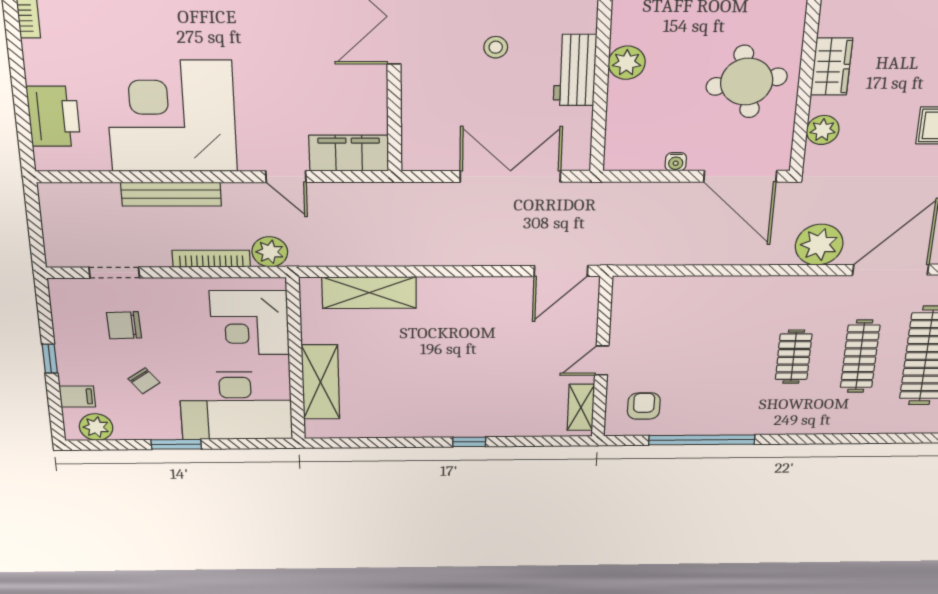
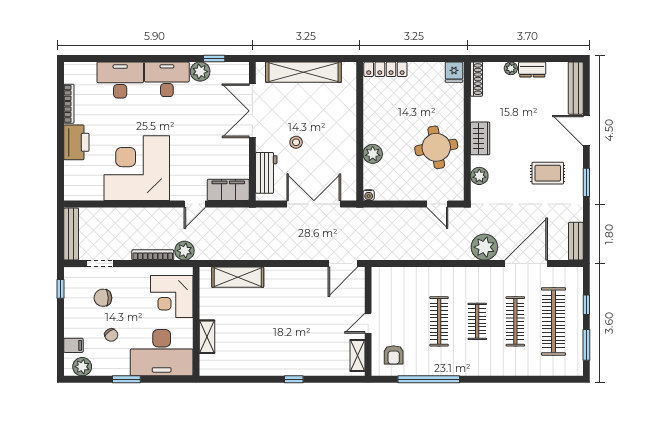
stool: (496, 47) -> (296, 142), moved
plant: (627, 63) -> (373, 154), moved
workbench: (575, 70) -> (266, 173), moved, turned 180
printer: (54, 116) -> (76, 142), moved
water cooler: (676, 162) -> (369, 195), moved
door: (740, 176) -> (437, 204), width x0.53
door: (286, 177) -> (195, 204), hinge flipped
bench: (171, 194) -> (71, 234), moved, turned 90
clothes rail: (727, 357) -> (439, 321), added
window: (50, 359) -> (60, 289), moved
shelving: (320, 382) -> (207, 337), width x0.67, depth x0.75
armchair: (644, 406) -> (394, 355), turned 180

